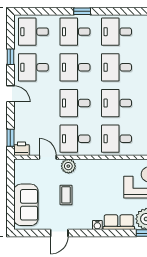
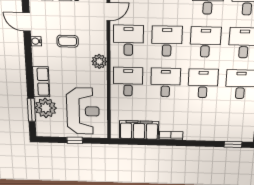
plant: (68, 166) -> (99, 61), moved
coffee table: (66, 195) -> (68, 41), moved
water cooler: (97, 225) -> (36, 41), moved

